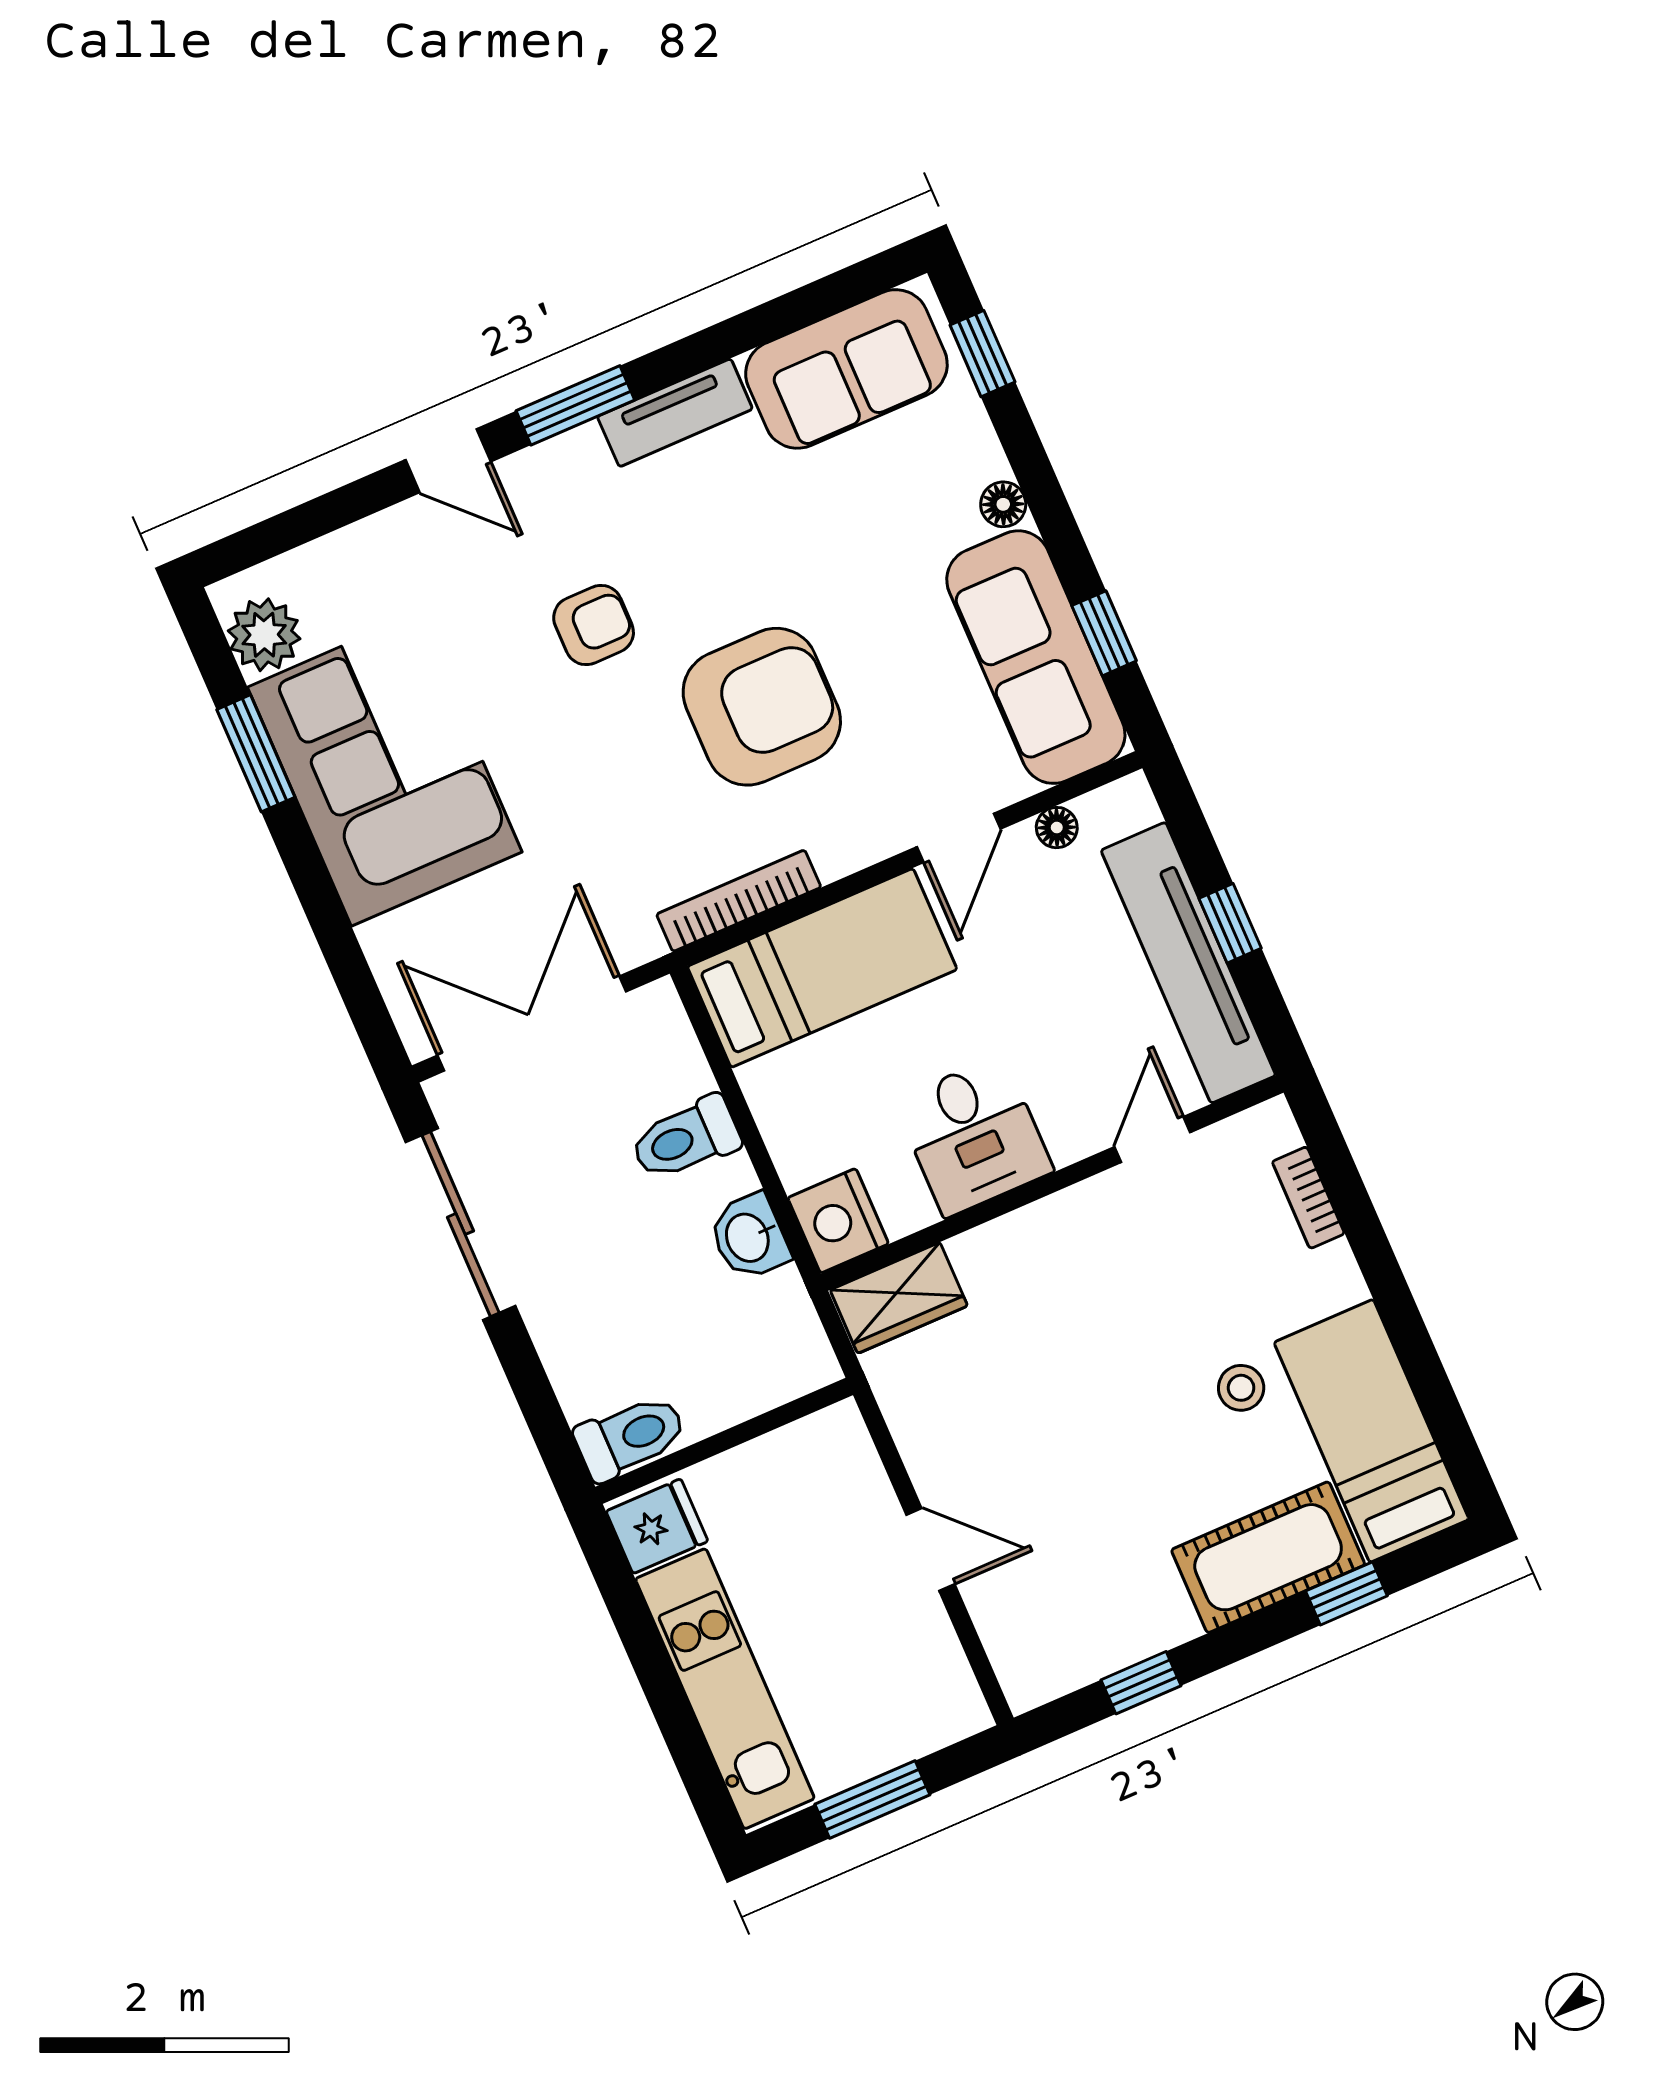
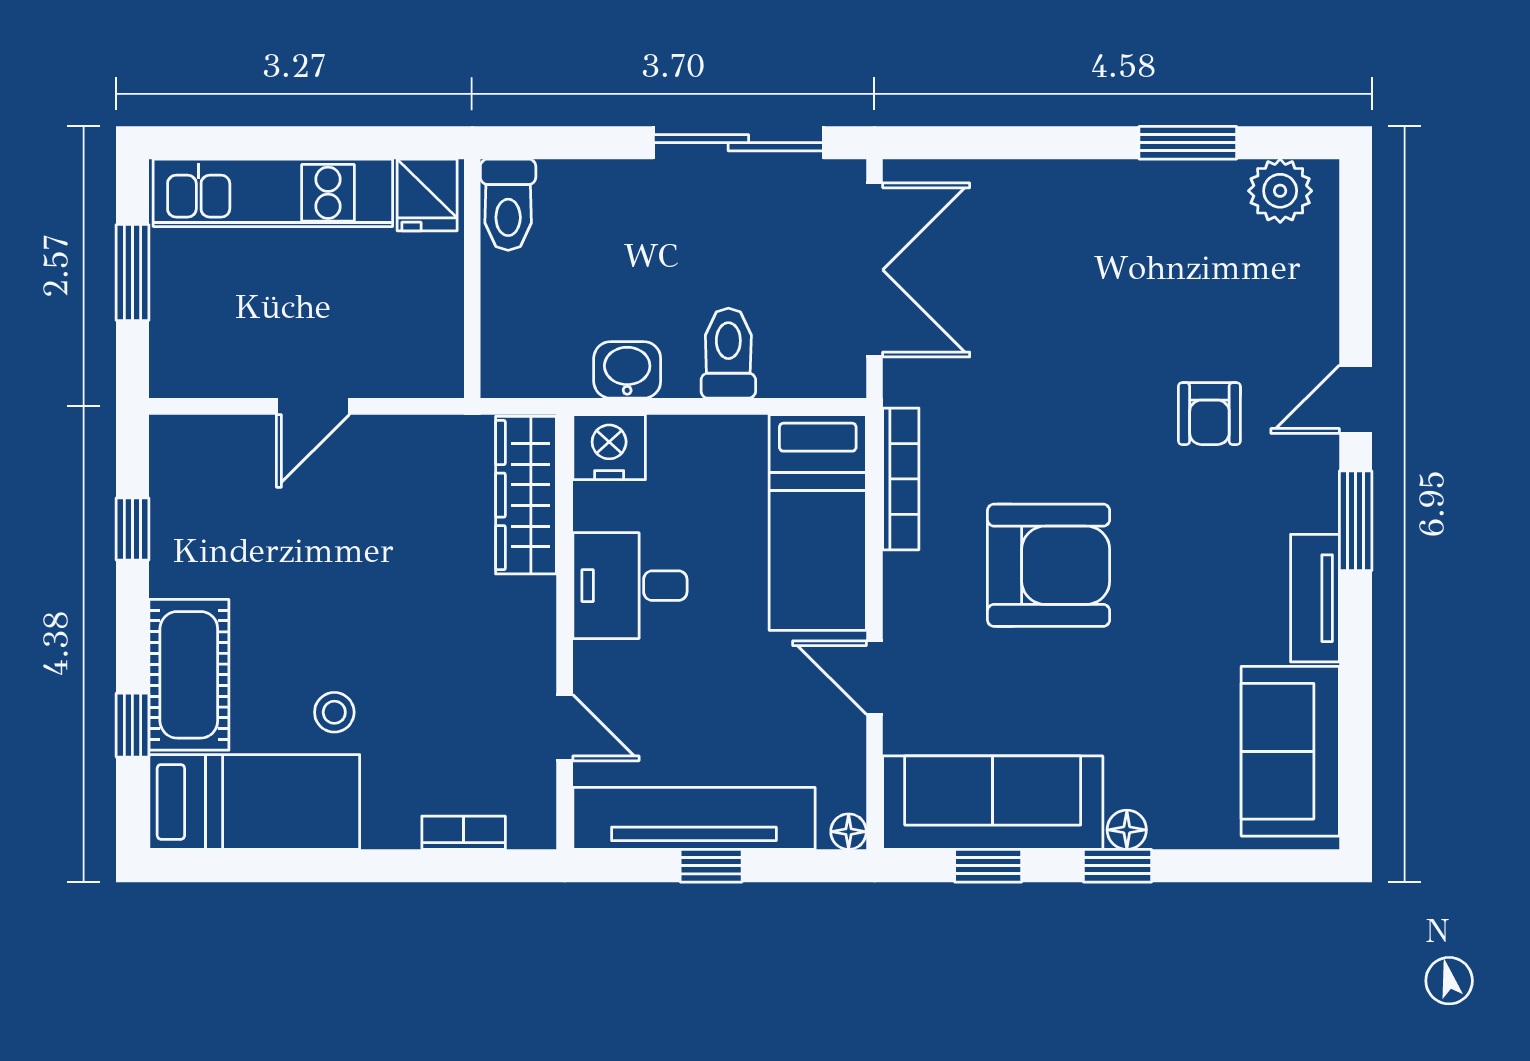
window: (982, 354) -> (1117, 866), moved
armchair: (594, 625) -> (1209, 414), moved
armchair: (762, 707) -> (1049, 565), turned -90
corner sofa: (385, 770) -> (1130, 241), removed
floor lamp: (1057, 828) -> (849, 832), moved
wardrobe: (899, 1298) -> (526, 495), width x1.50

